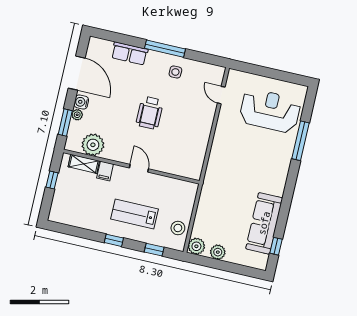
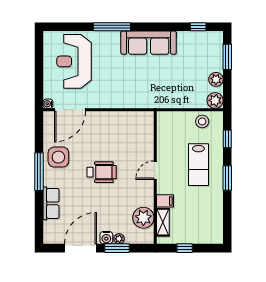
side table: (175, 72) -> (58, 157), width x1.87, depth x1.87
water cooler: (233, 74) -> (48, 104), added
door: (221, 95) -> (70, 110), width x1.87
window: (65, 122) -> (117, 248), moved
window: (300, 141) -> (112, 27), moved
sofa: (264, 223) -> (149, 43), moved
window: (114, 240) -> (227, 178), width x1.50
window: (238, 269) -> (227, 57), added

